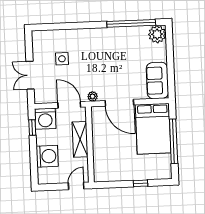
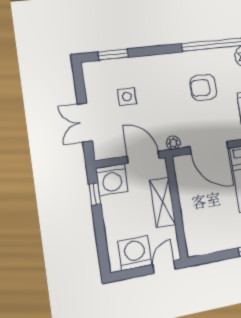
window: (55, 27) -> (113, 55), added
armchair: (120, 56) -> (203, 88), added
washing machine: (47, 156) -> (135, 253), moved, turned -90

